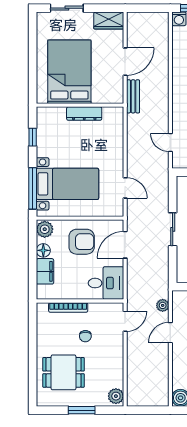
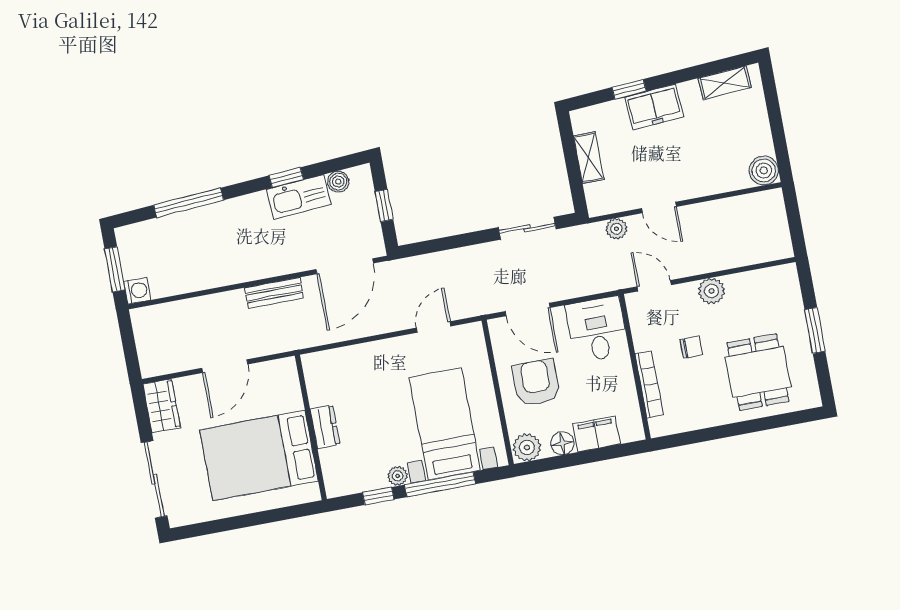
sliding door: (67, 8) -> (154, 479), width x1.37
door: (125, 62) -> (225, 366), swing flipped
bench: (133, 96) -> (274, 293), moved
dresser: (84, 114) -> (325, 427), width x0.70
door: (170, 143) -> (345, 266), width x1.88
plant: (42, 151) -> (398, 476), added
window: (33, 188) -> (440, 484), moved
sliding door: (173, 229) -> (527, 228), moved
plant: (116, 396) -> (711, 291), moved

